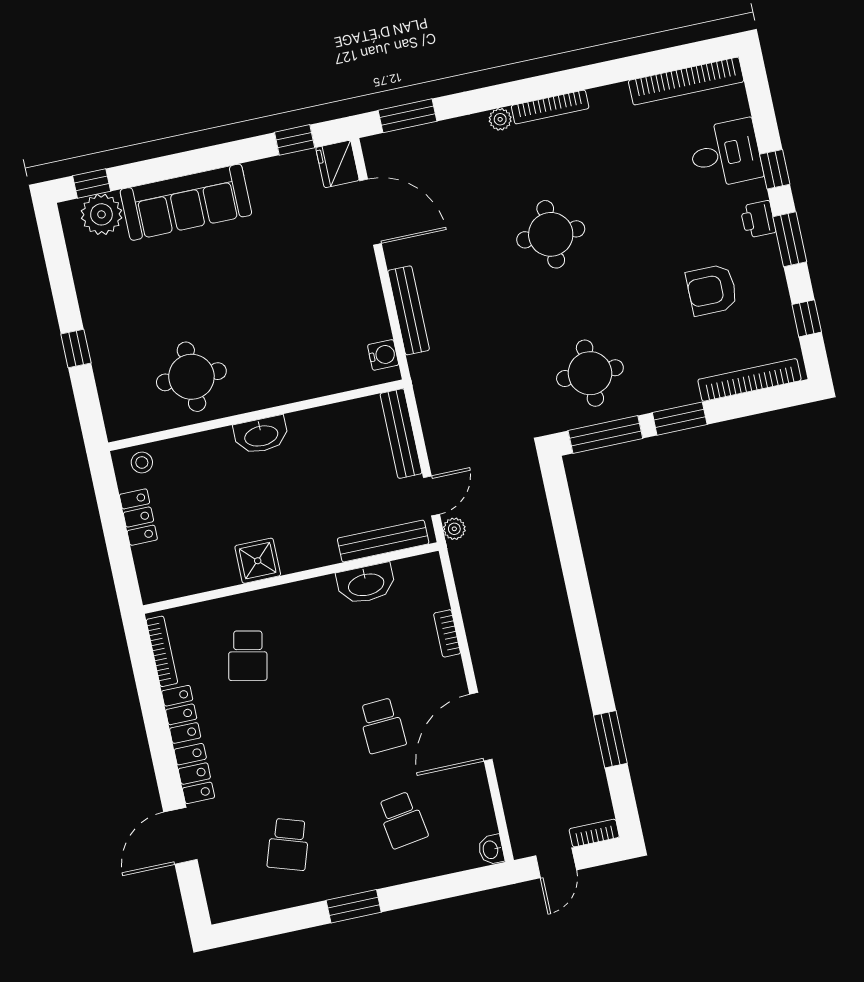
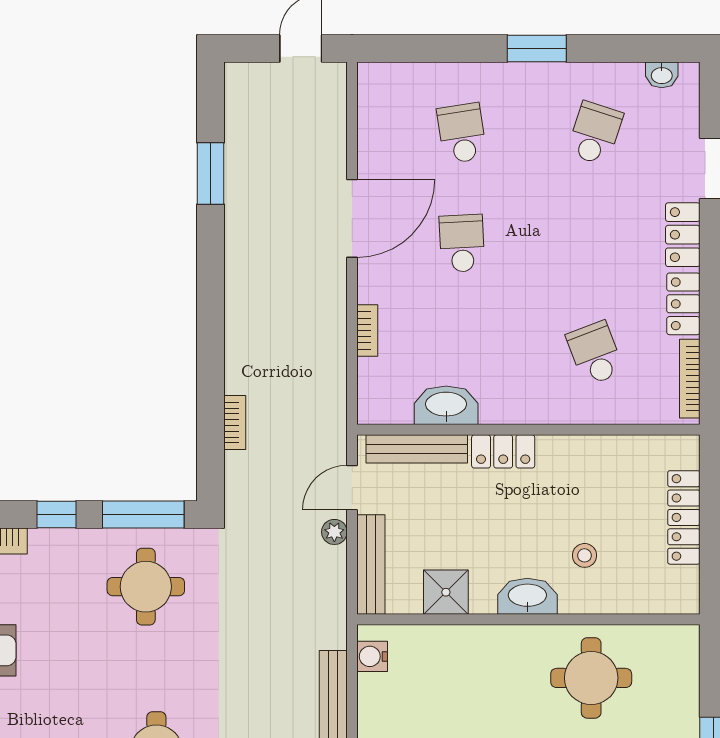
window: (680, 419) -> (57, 515), width x0.67
stool: (142, 462) -> (584, 555), moved
locker: (138, 517) -> (684, 517), width x1.53
plant: (454, 529) -> (334, 532), moved
locker: (308, 555) -> (503, 451), added
shower: (258, 561) -> (446, 592), moved
school desk: (248, 656) -> (595, 353), turned -33
bookcase: (594, 833) -> (235, 423), moved, turned -90
washbasin: (491, 850) -> (662, 75), moved, turned 90

